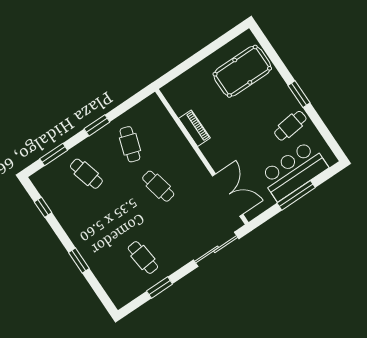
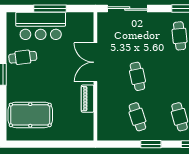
cafe table: (130, 144) -> (137, 117), turned -36
double door: (228, 195) -> (95, 62), moved

